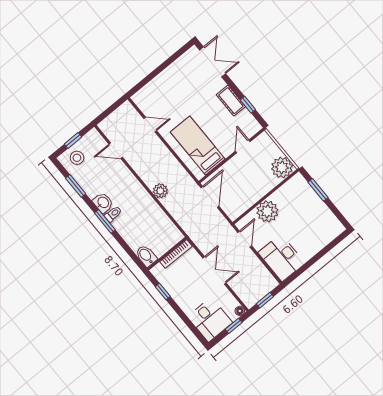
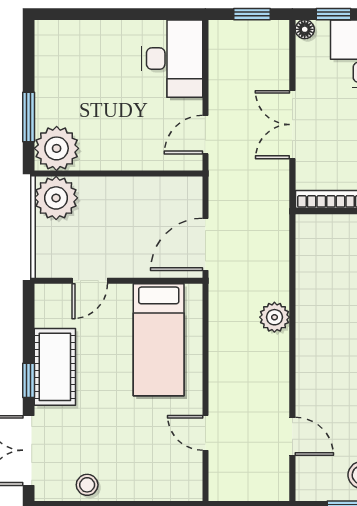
stool: (179, 67) -> (87, 485), added
cot: (231, 101) -> (55, 367), width x1.37, depth x1.34
window: (248, 105) -> (29, 380), moved
plant: (267, 211) -> (57, 148), moved

